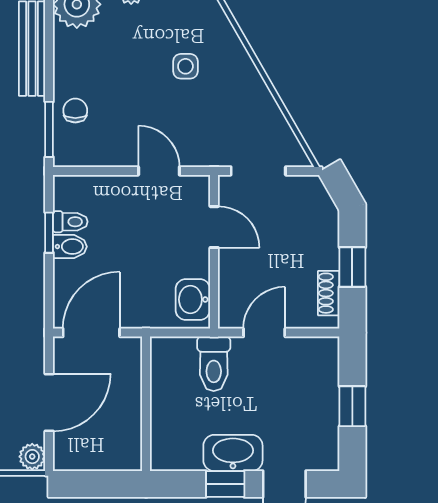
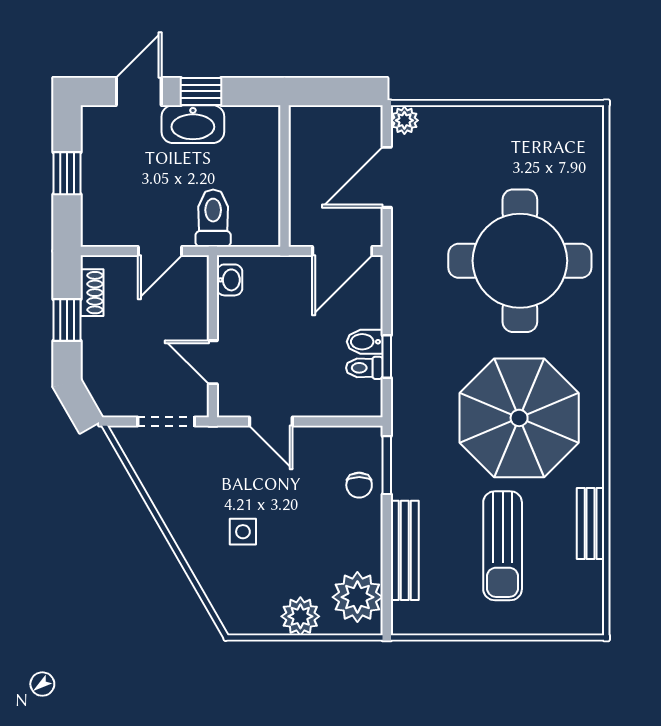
washbasin: (193, 299) -> (230, 280), width x0.72, depth x0.69

